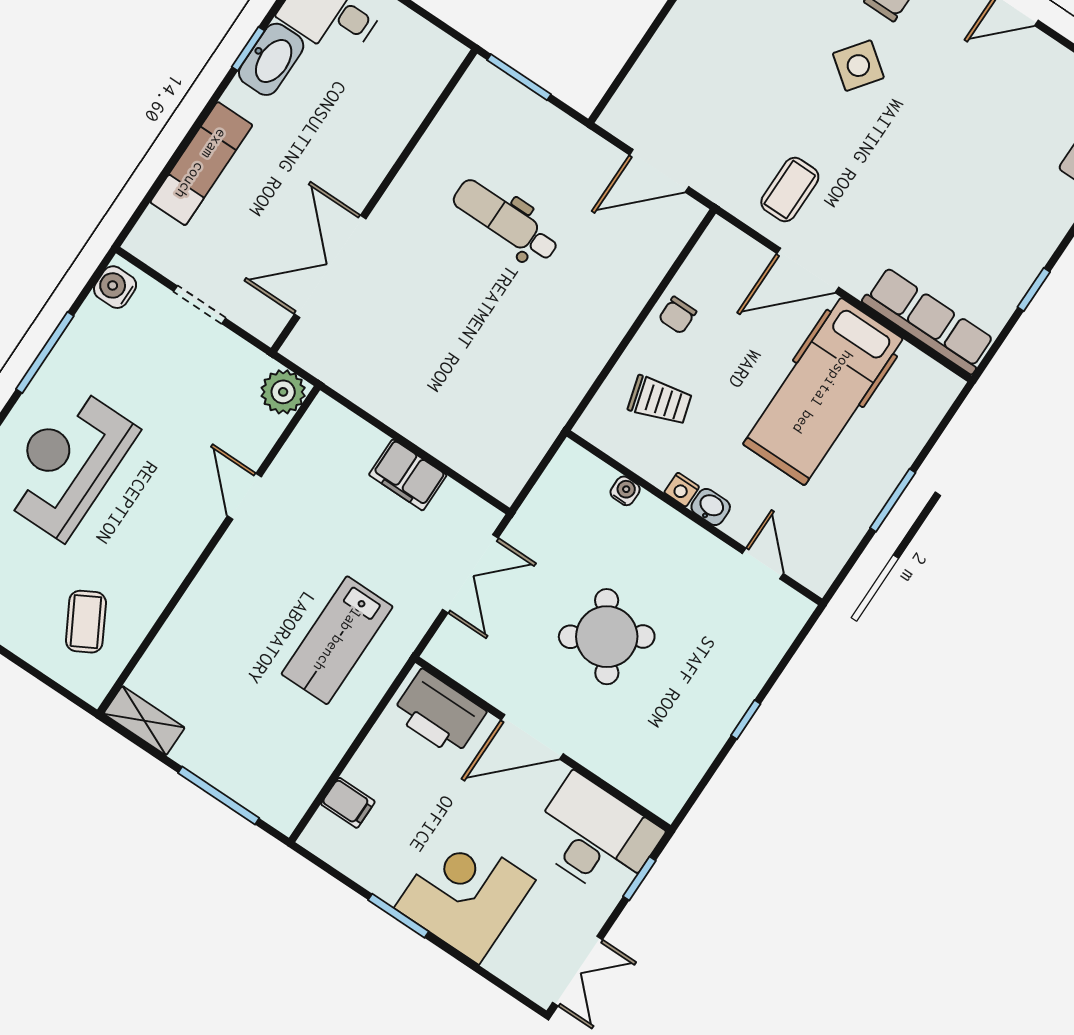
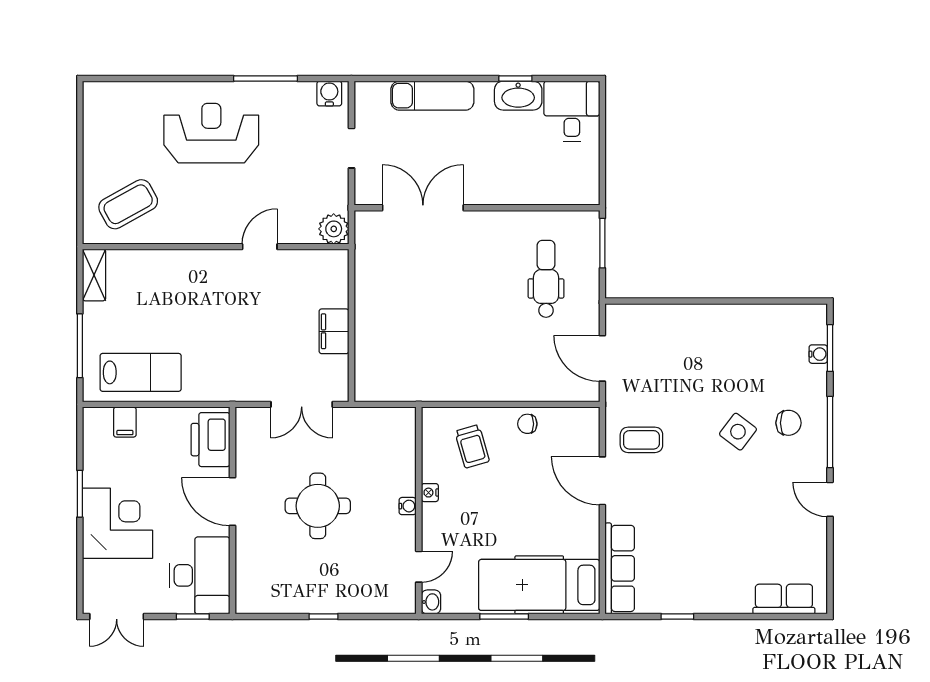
dental chair: (506, 221) -> (546, 279), moved
hospital bed: (823, 392) -> (539, 585), moved
water cooler: (625, 491) -> (408, 506), moved
washbasin: (711, 507) -> (431, 602), moved
coffee table: (86, 622) -> (128, 204), width x1.36, depth x1.30
round table: (607, 637) -> (318, 506), turned 34
lab bench: (337, 640) -> (141, 372), moved, turned 180

